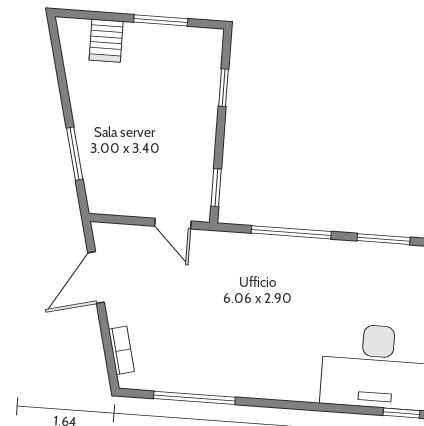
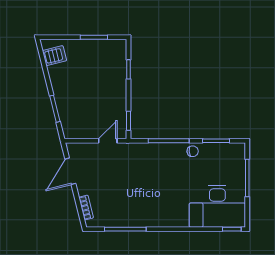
server rack: (106, 41) -> (54, 56), moved, turned -104
door: (173, 224) -> (108, 141), swing flipped
chair: (337, 256) -> (193, 151), added

